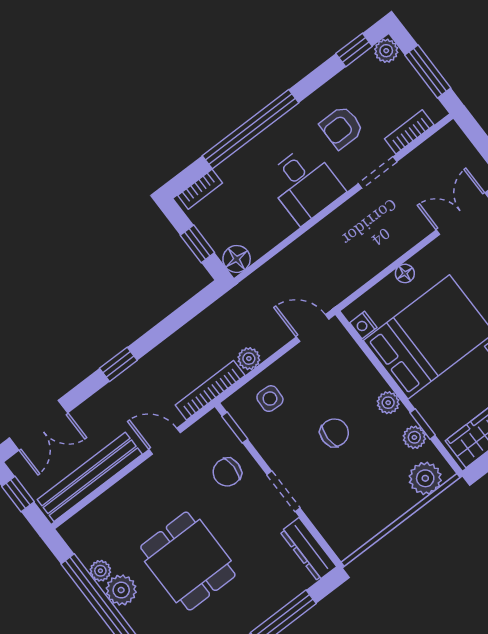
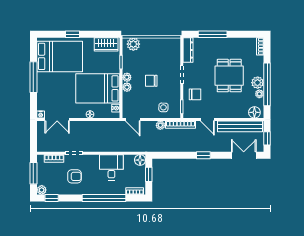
desk: (304, 184) -> (111, 167), moved
plant: (414, 437) -> (127, 87), moved
floor lamp: (82, 526) -> (254, 112), added

